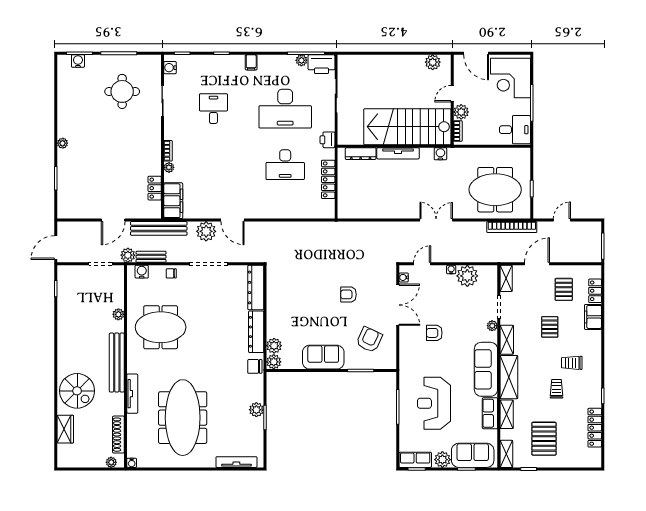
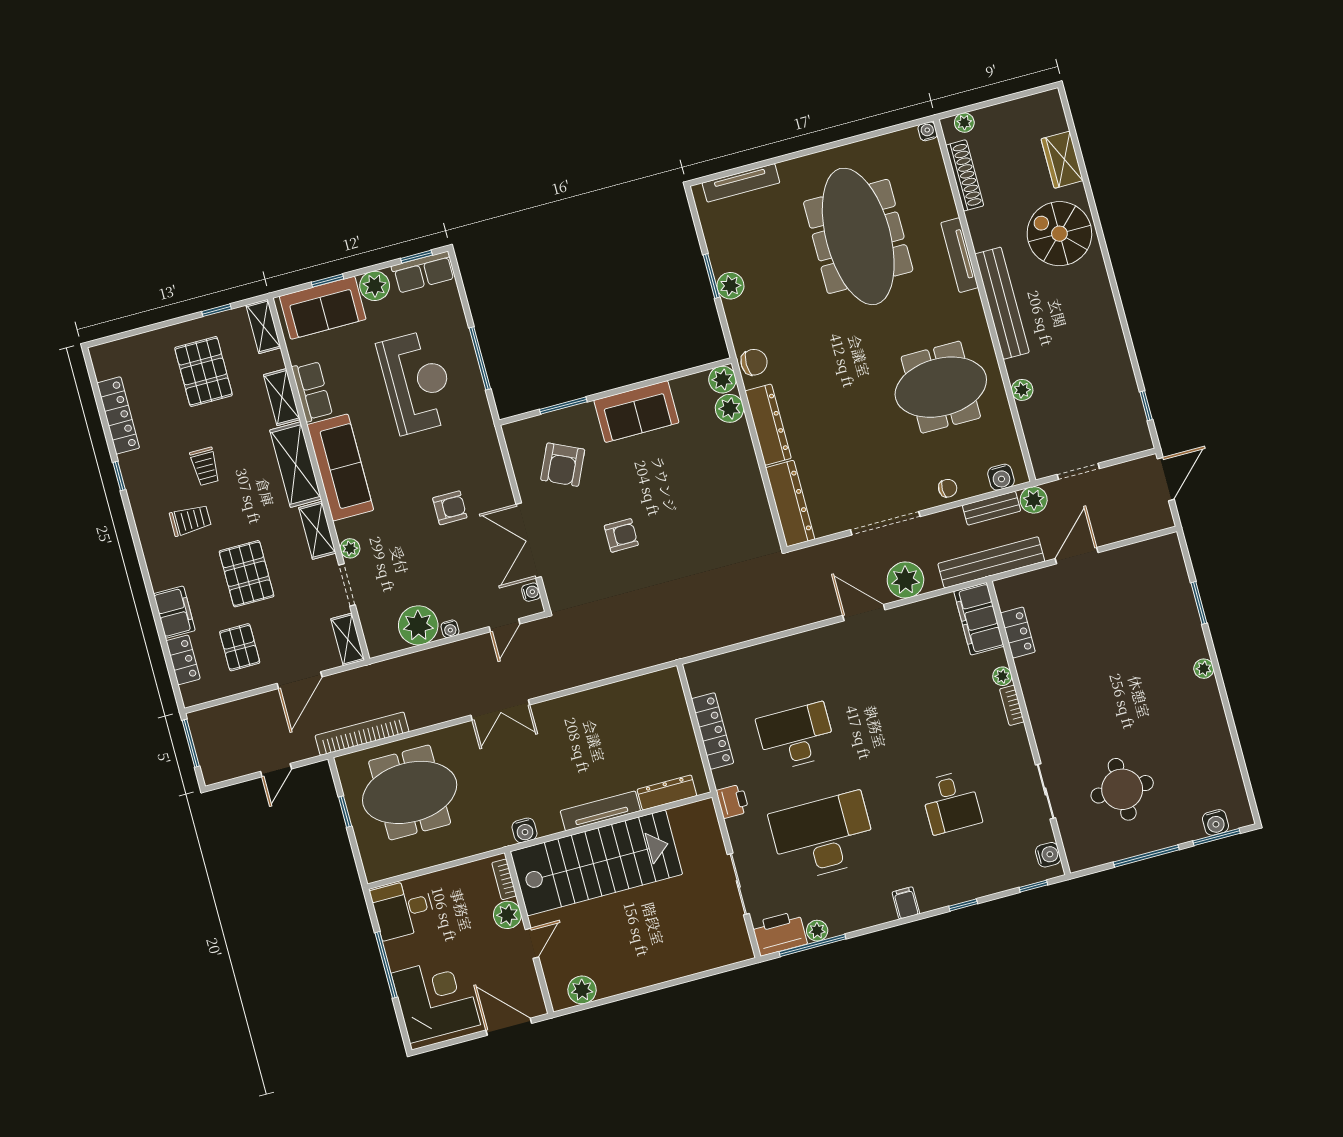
pallet: (550, 327) -> (247, 574), width x1.50, depth x1.42

